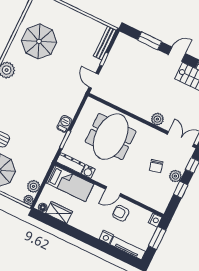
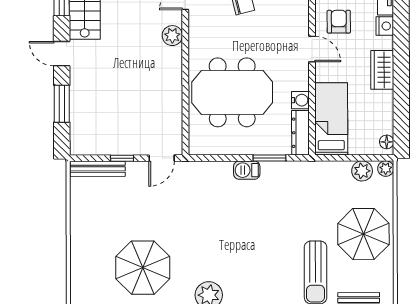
wardrobe: (59, 212) -> (382, 70), moved
armchair: (121, 213) -> (339, 22), turned 180

